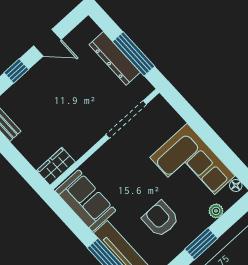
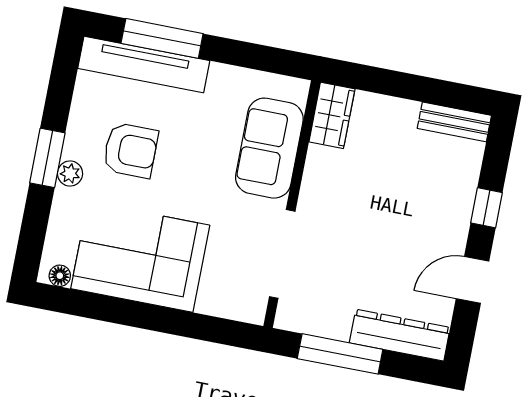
dresser: (115, 58) -> (400, 335), moved
sofa: (86, 201) -> (269, 148), moved, turned 90
plant: (216, 211) -> (70, 173), moved

